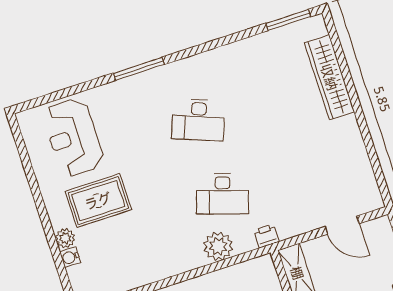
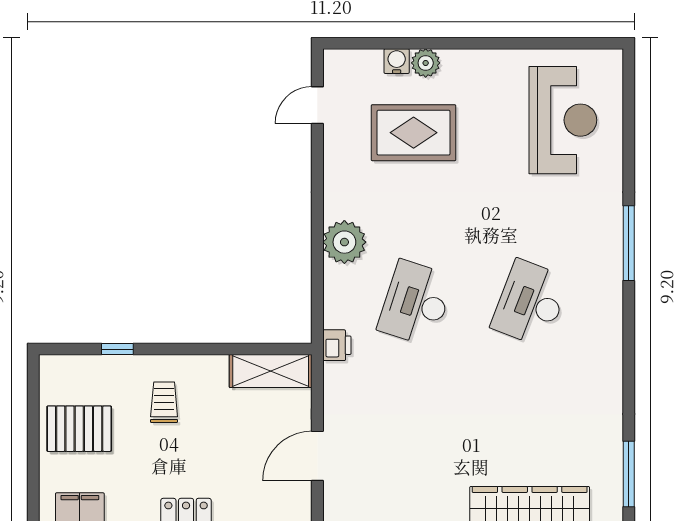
reception desk: (73, 137) -> (563, 120), turned 90
rug: (98, 201) -> (414, 133), moved, turned 90
plant: (218, 246) -> (344, 242), moved

